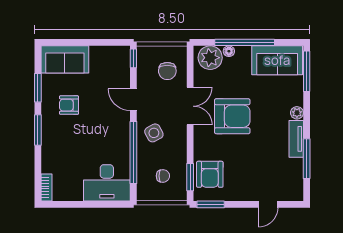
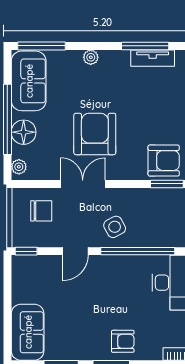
floor lamp: (229, 51) -> (24, 132), width x1.89, depth x1.89
plant: (210, 58) -> (19, 167), width x0.53, depth x0.53
armchair: (69, 105) -> (123, 341), moved, turned -90
tv unit: (296, 139) -> (153, 58), moved
chair: (163, 176) -> (166, 216), removed

